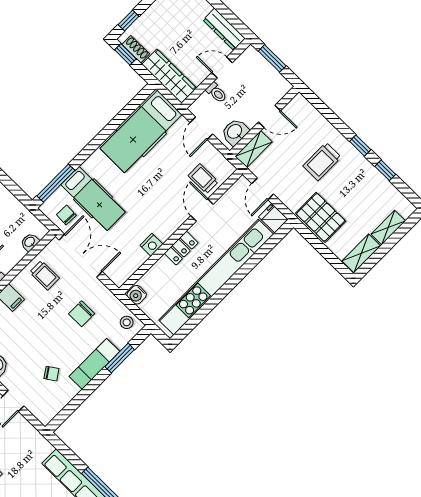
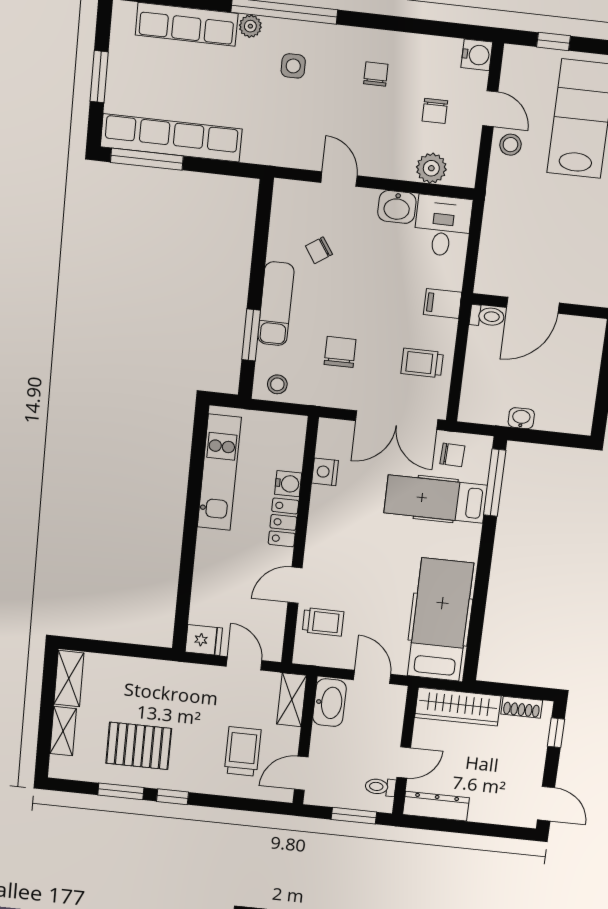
window: (125, 54) -> (529, 692), removed
toilet: (216, 93) -> (380, 787), moved
door: (269, 116) -> (301, 773), moved
washbasin: (235, 132) -> (330, 703), width x1.38
trolley: (322, 162) -> (243, 751), moved
window: (385, 170) -> (121, 791), width x1.50
door: (202, 210) -> (295, 585), swing flipped
pallet: (321, 217) -> (139, 746), moved
washbasin: (30, 242) -> (521, 418), moved, turned -90
nightstand: (151, 245) -> (325, 472), moved
kitchen unit: (216, 277) -> (219, 472), width x0.54
water cooler: (137, 295) -> (288, 484), moved, turned 90

